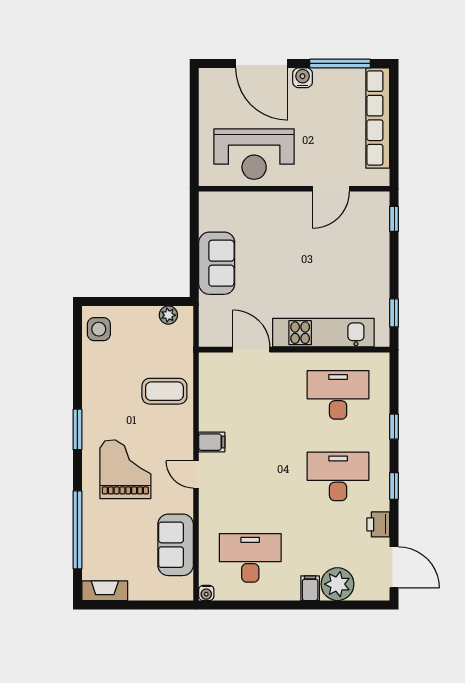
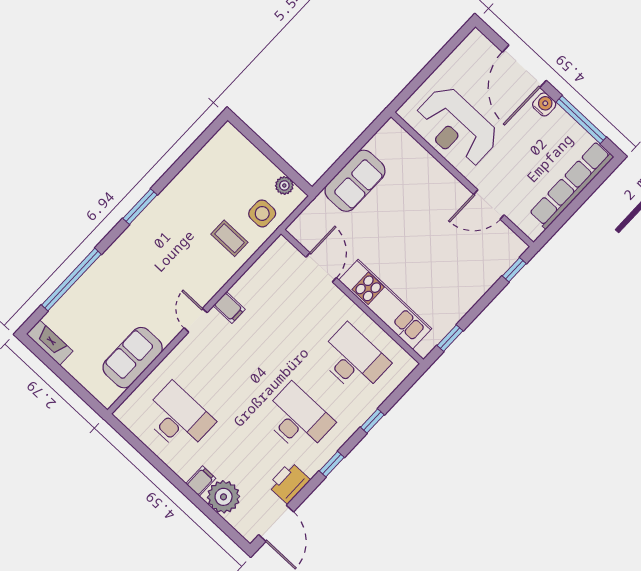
side table: (99, 329) -> (262, 213), moved
coffee table: (164, 391) -> (229, 238), width x0.73, depth x0.77
grand piano: (125, 469) -> (148, 268), removed
printer: (378, 524) -> (289, 483), width x1.36, depth x1.24
water cooler: (206, 593) -> (122, 414), removed

